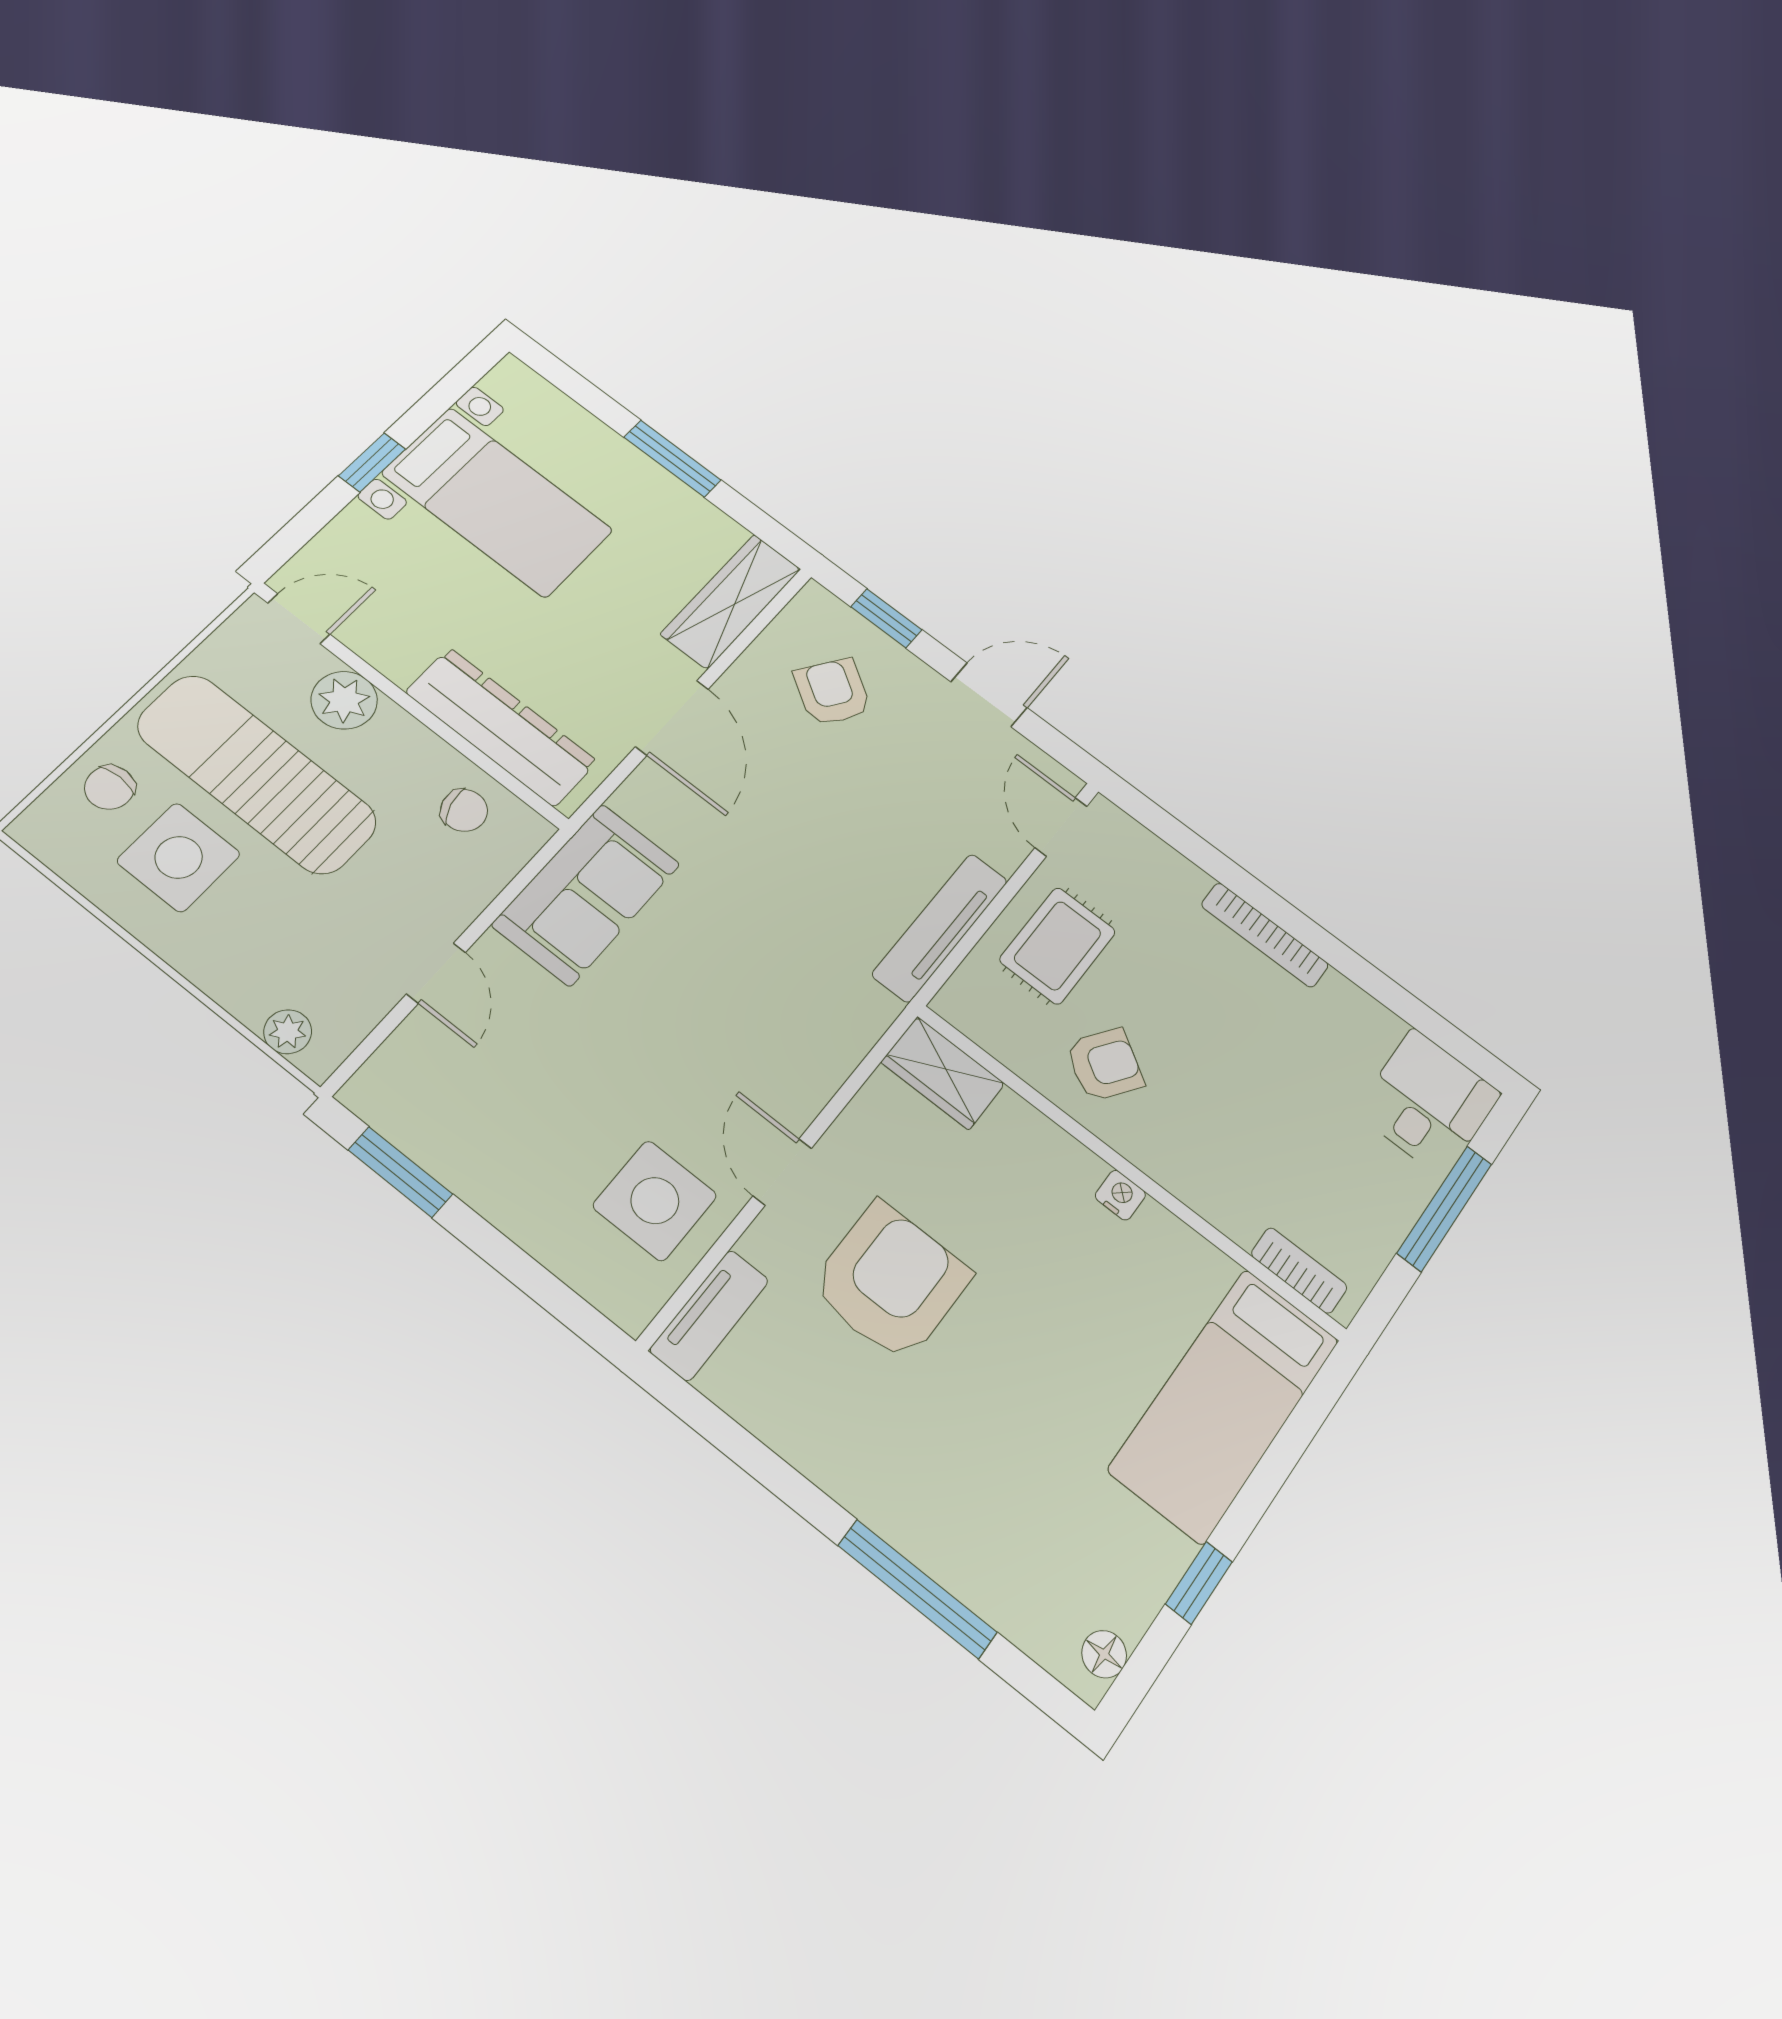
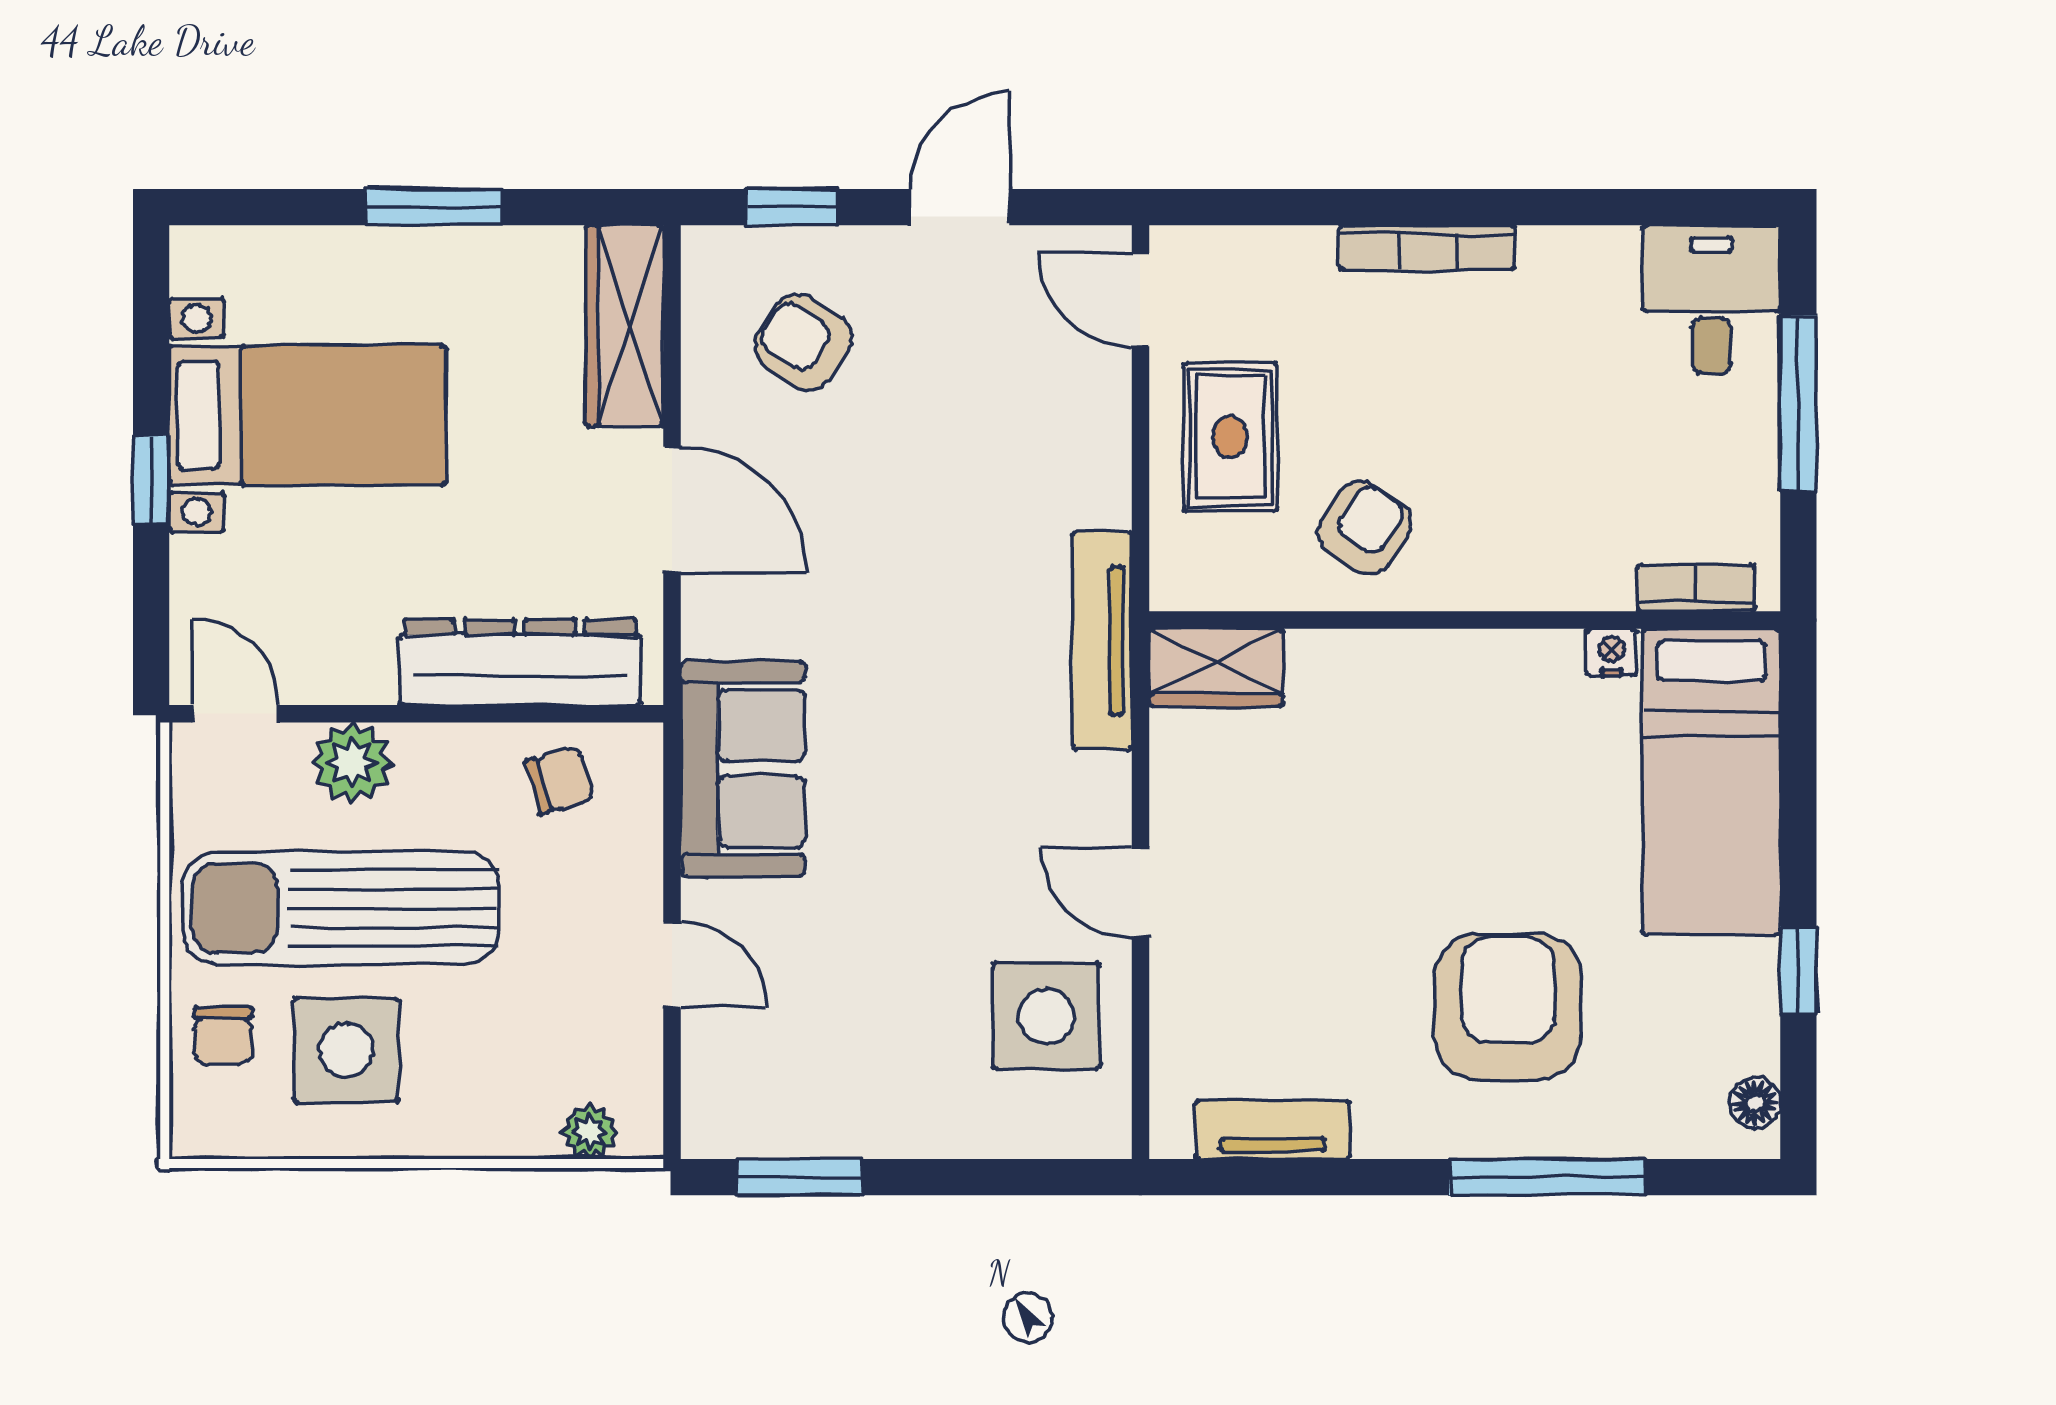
door: (299, 619) -> (235, 714), hinge flipped
tv unit: (940, 927) -> (1102, 641), moved
nightstand: (1120, 1195) -> (1612, 652), moved
armchair: (891, 1282) -> (1508, 1007), moved
tv unit: (709, 1315) -> (1273, 1130), moved, turned -90

